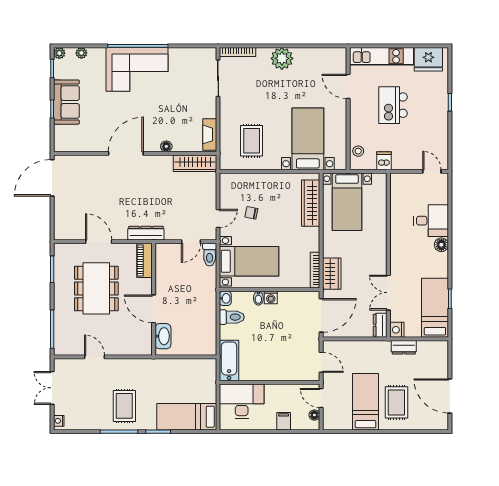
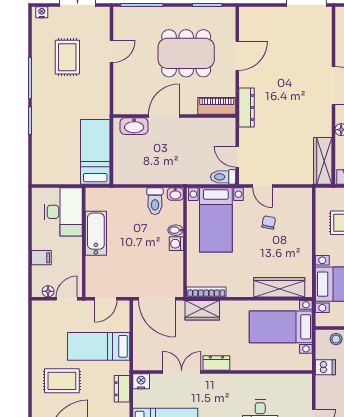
dresser: (380, 325) -> (216, 363), moved
bathtub: (229, 360) -> (96, 233), moved, turned -90
bed: (366, 402) -> (99, 346), moved, turned 180
rug: (124, 406) -> (67, 57), moved, turned 90
bed: (187, 417) -> (95, 152), moved

